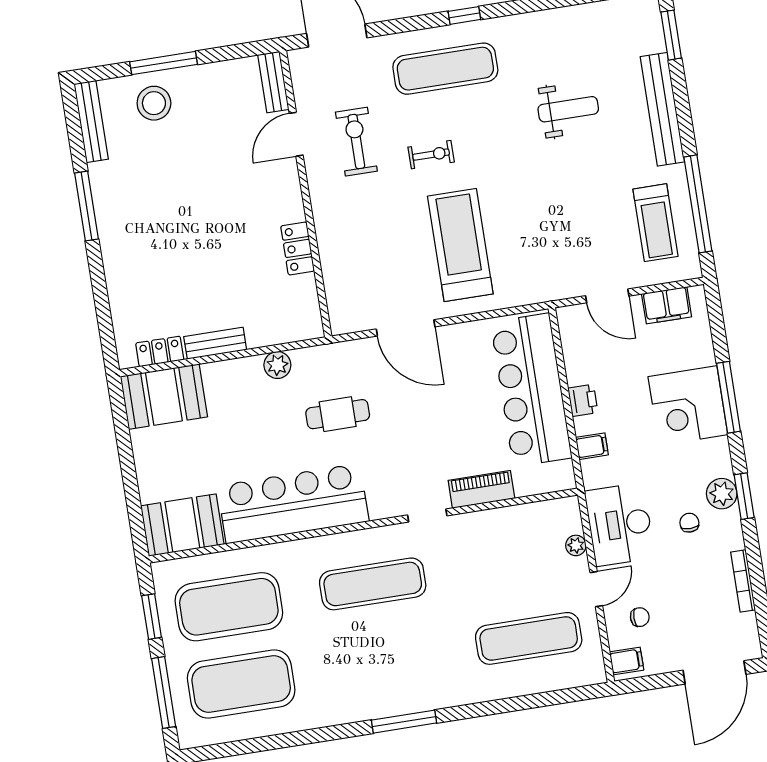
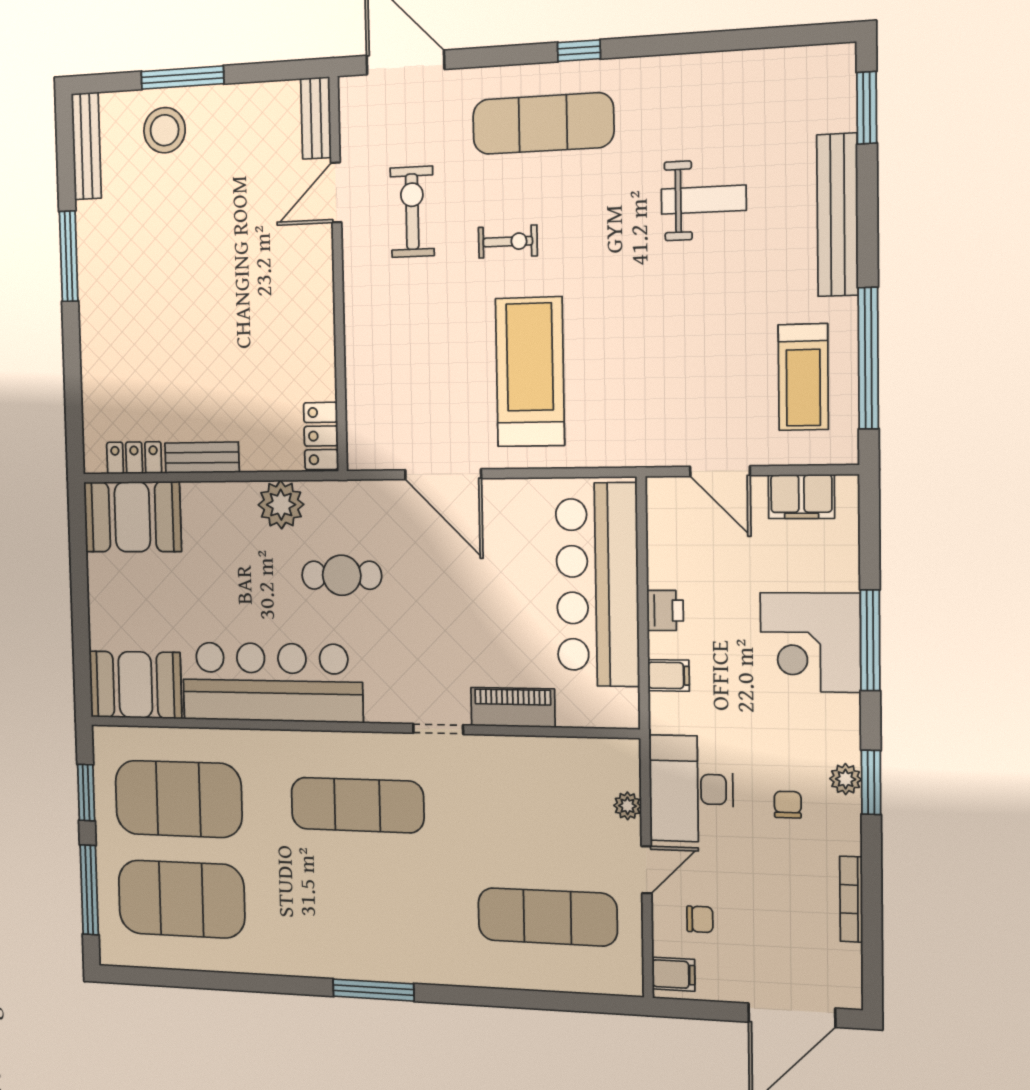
locker: (298, 248) -> (321, 436), moved
plant: (277, 365) -> (281, 505), width x1.36, depth x1.36
plant: (722, 494) -> (846, 779), width x0.73, depth x0.73

